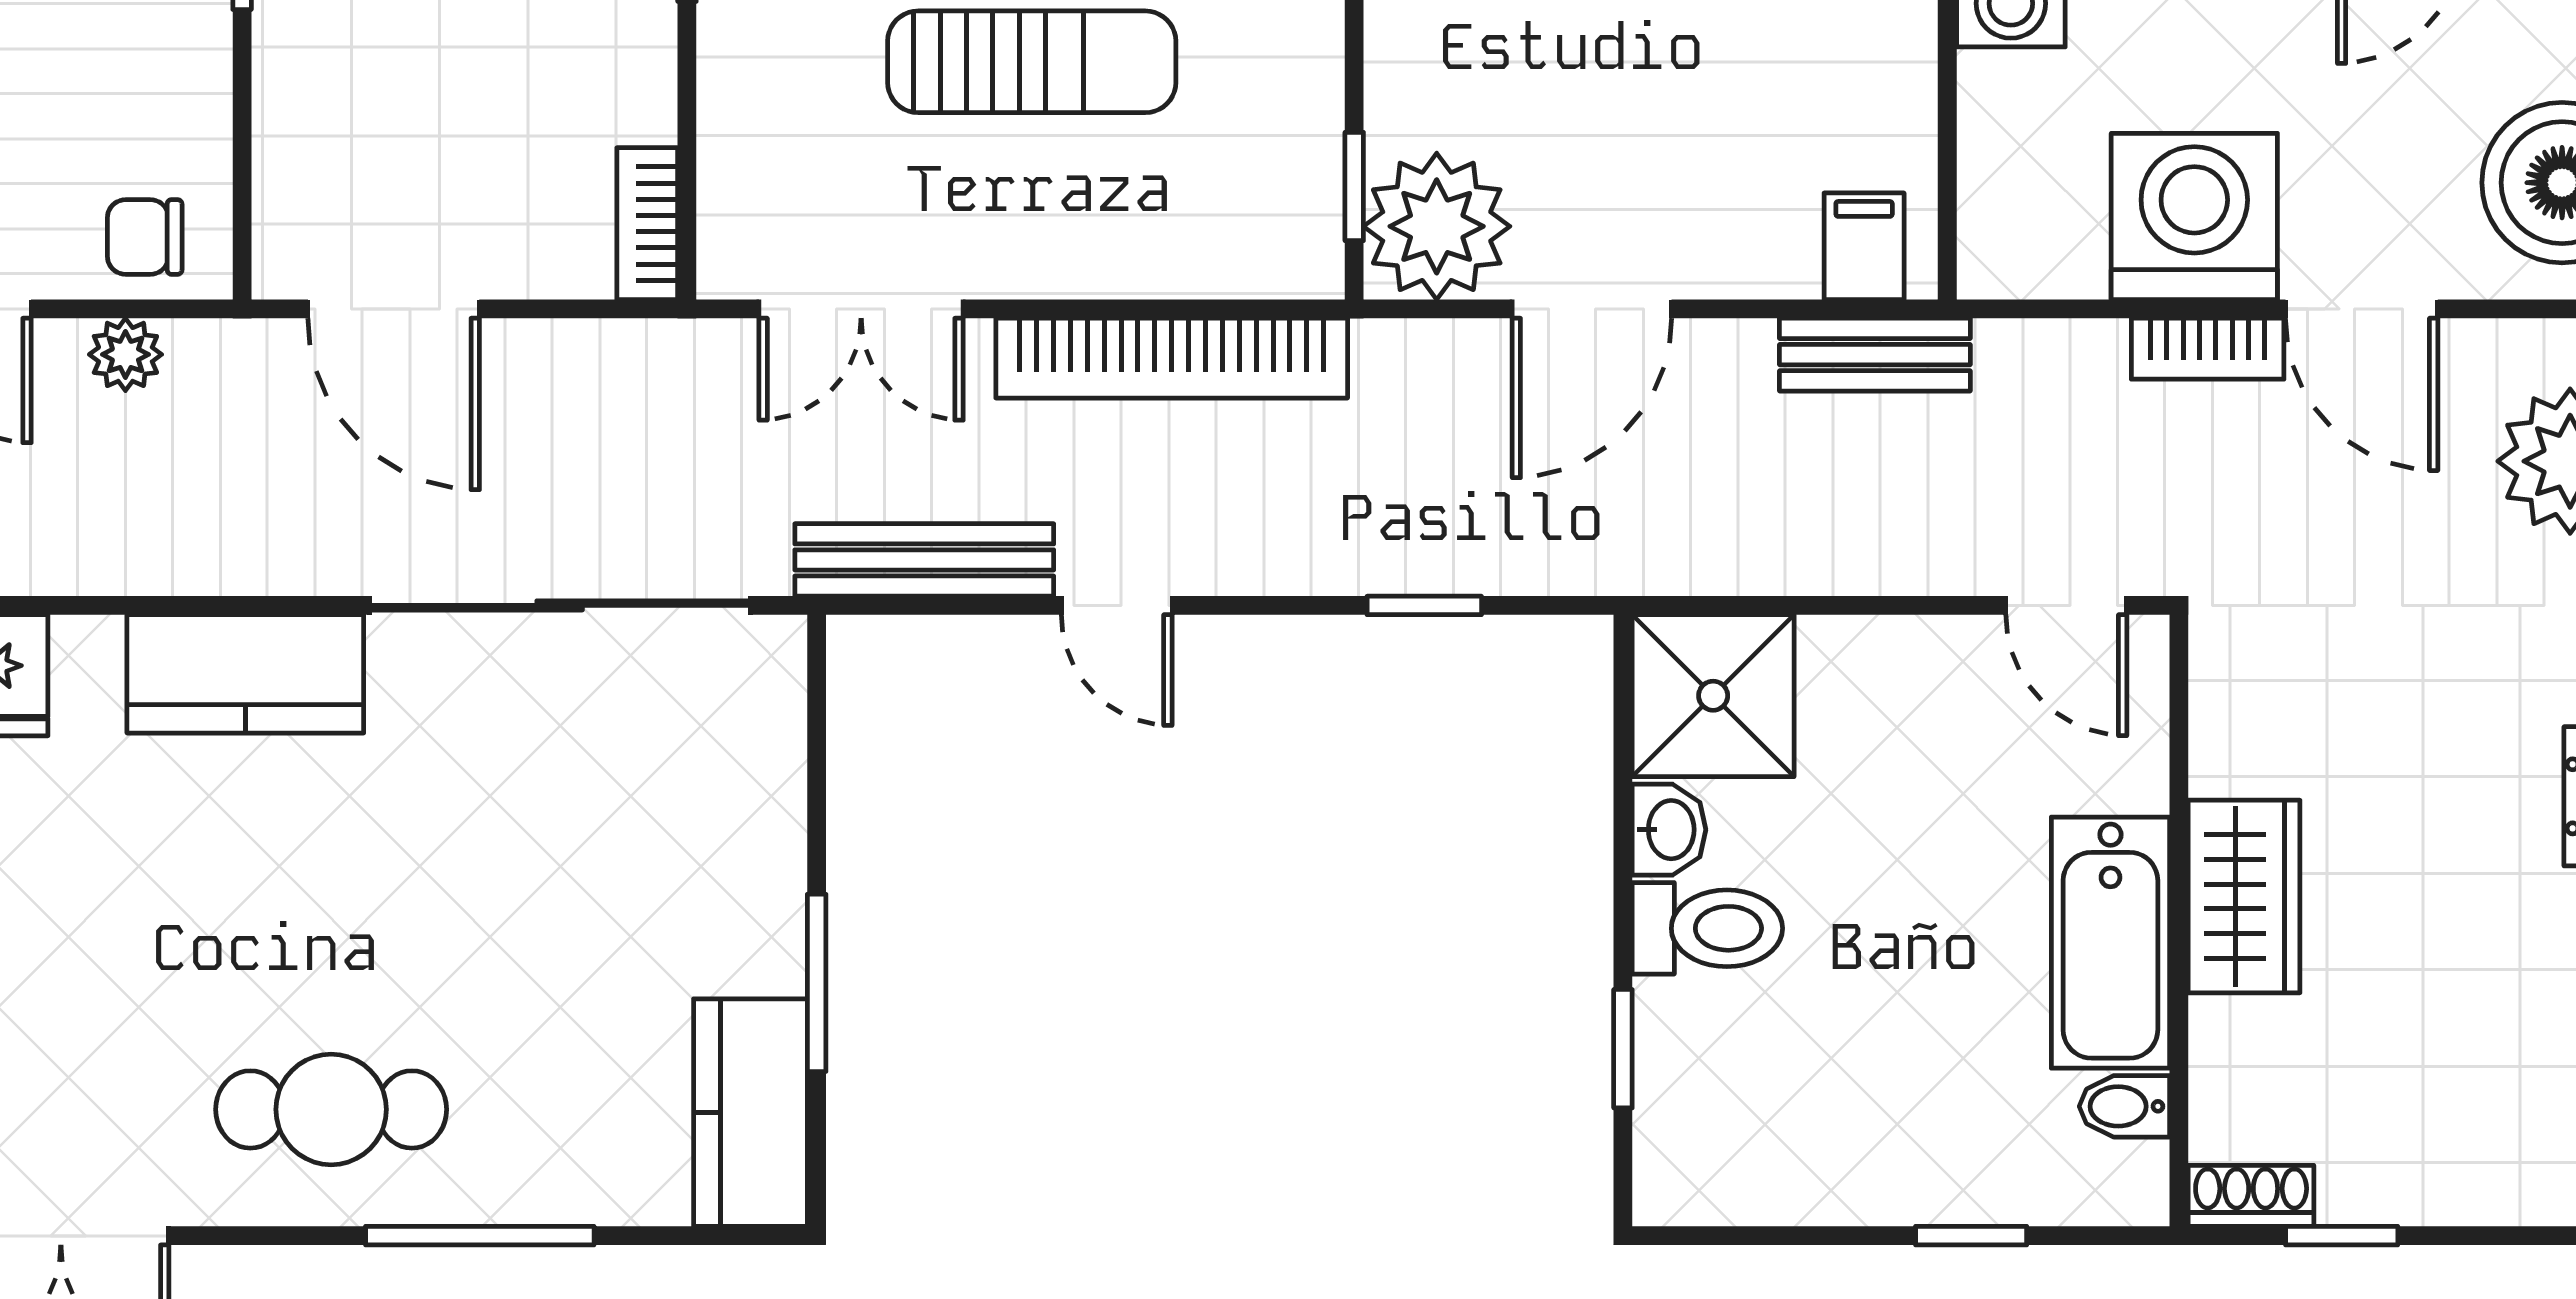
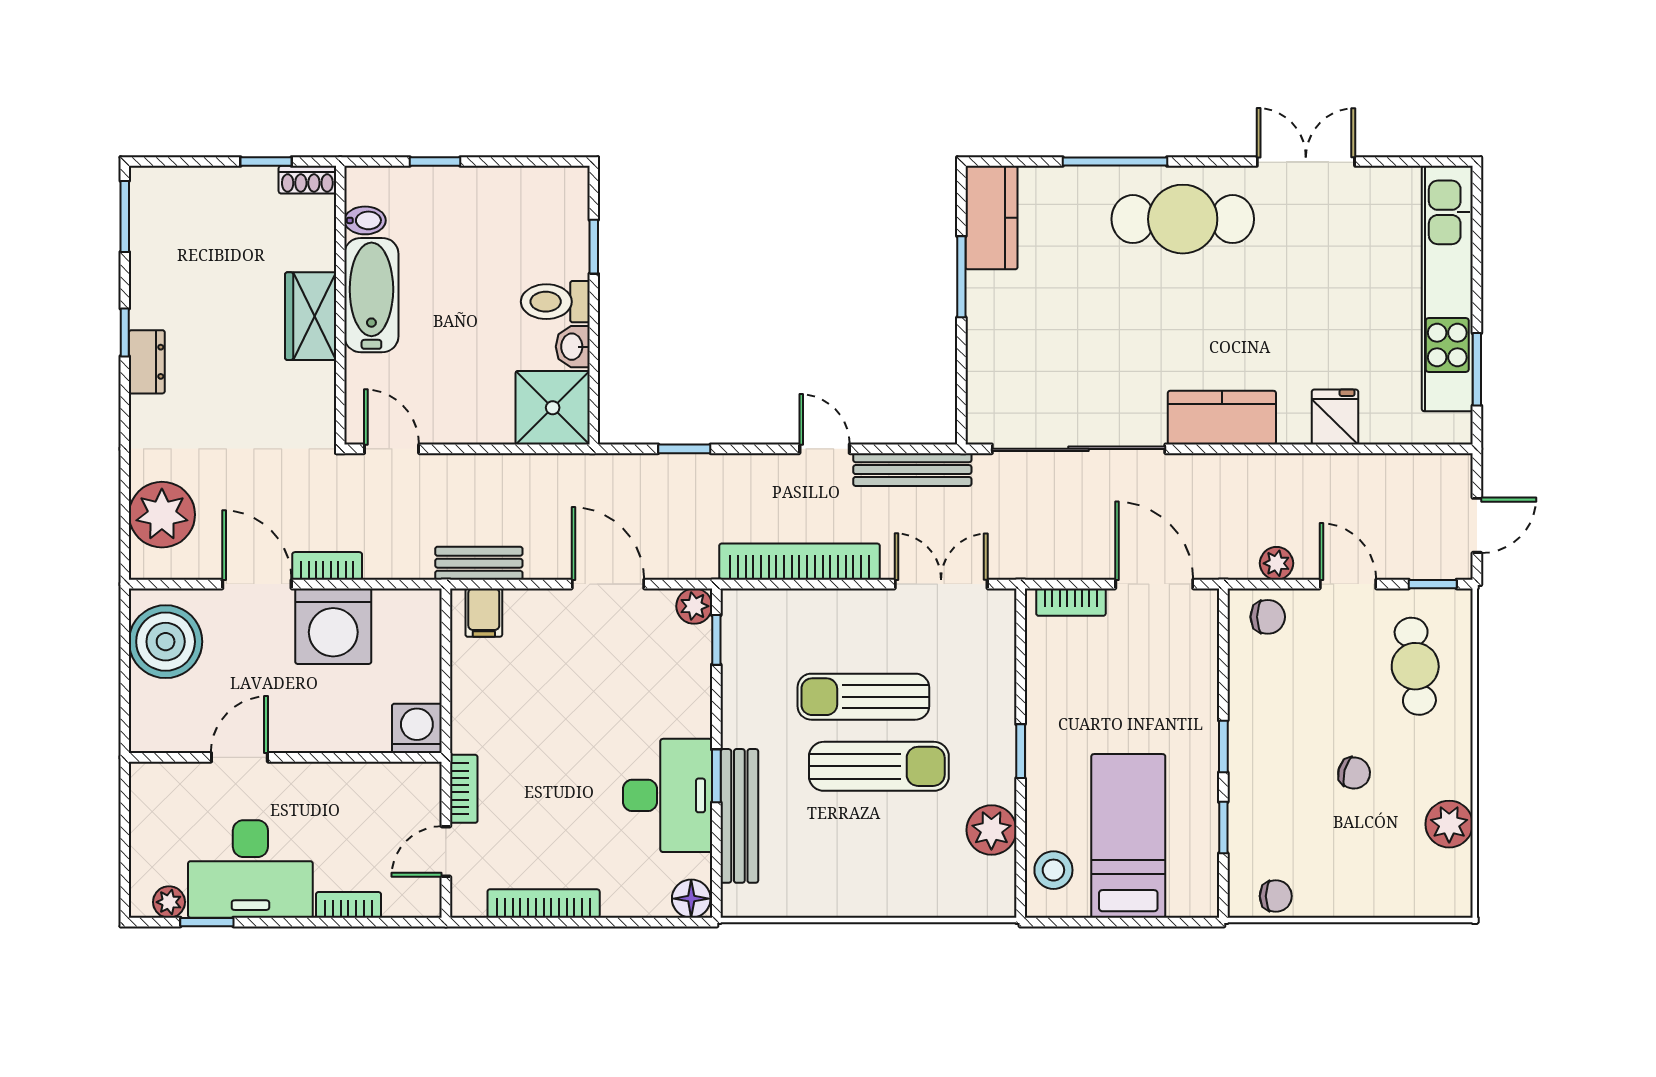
bookcase: (647, 224) -> (1071, 602), moved, turned 90
plant: (1437, 226) -> (694, 606), width x0.53, depth x0.53
door: (1592, 309) -> (608, 584), hinge flipped
cafe table: (331, 1109) -> (1183, 219), width x1.37, depth x1.35

